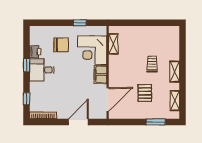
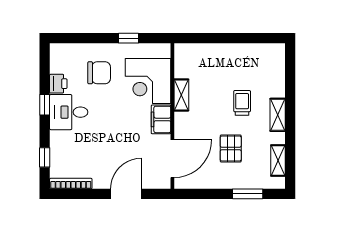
shelving: (113, 44) -> (181, 95), moved

